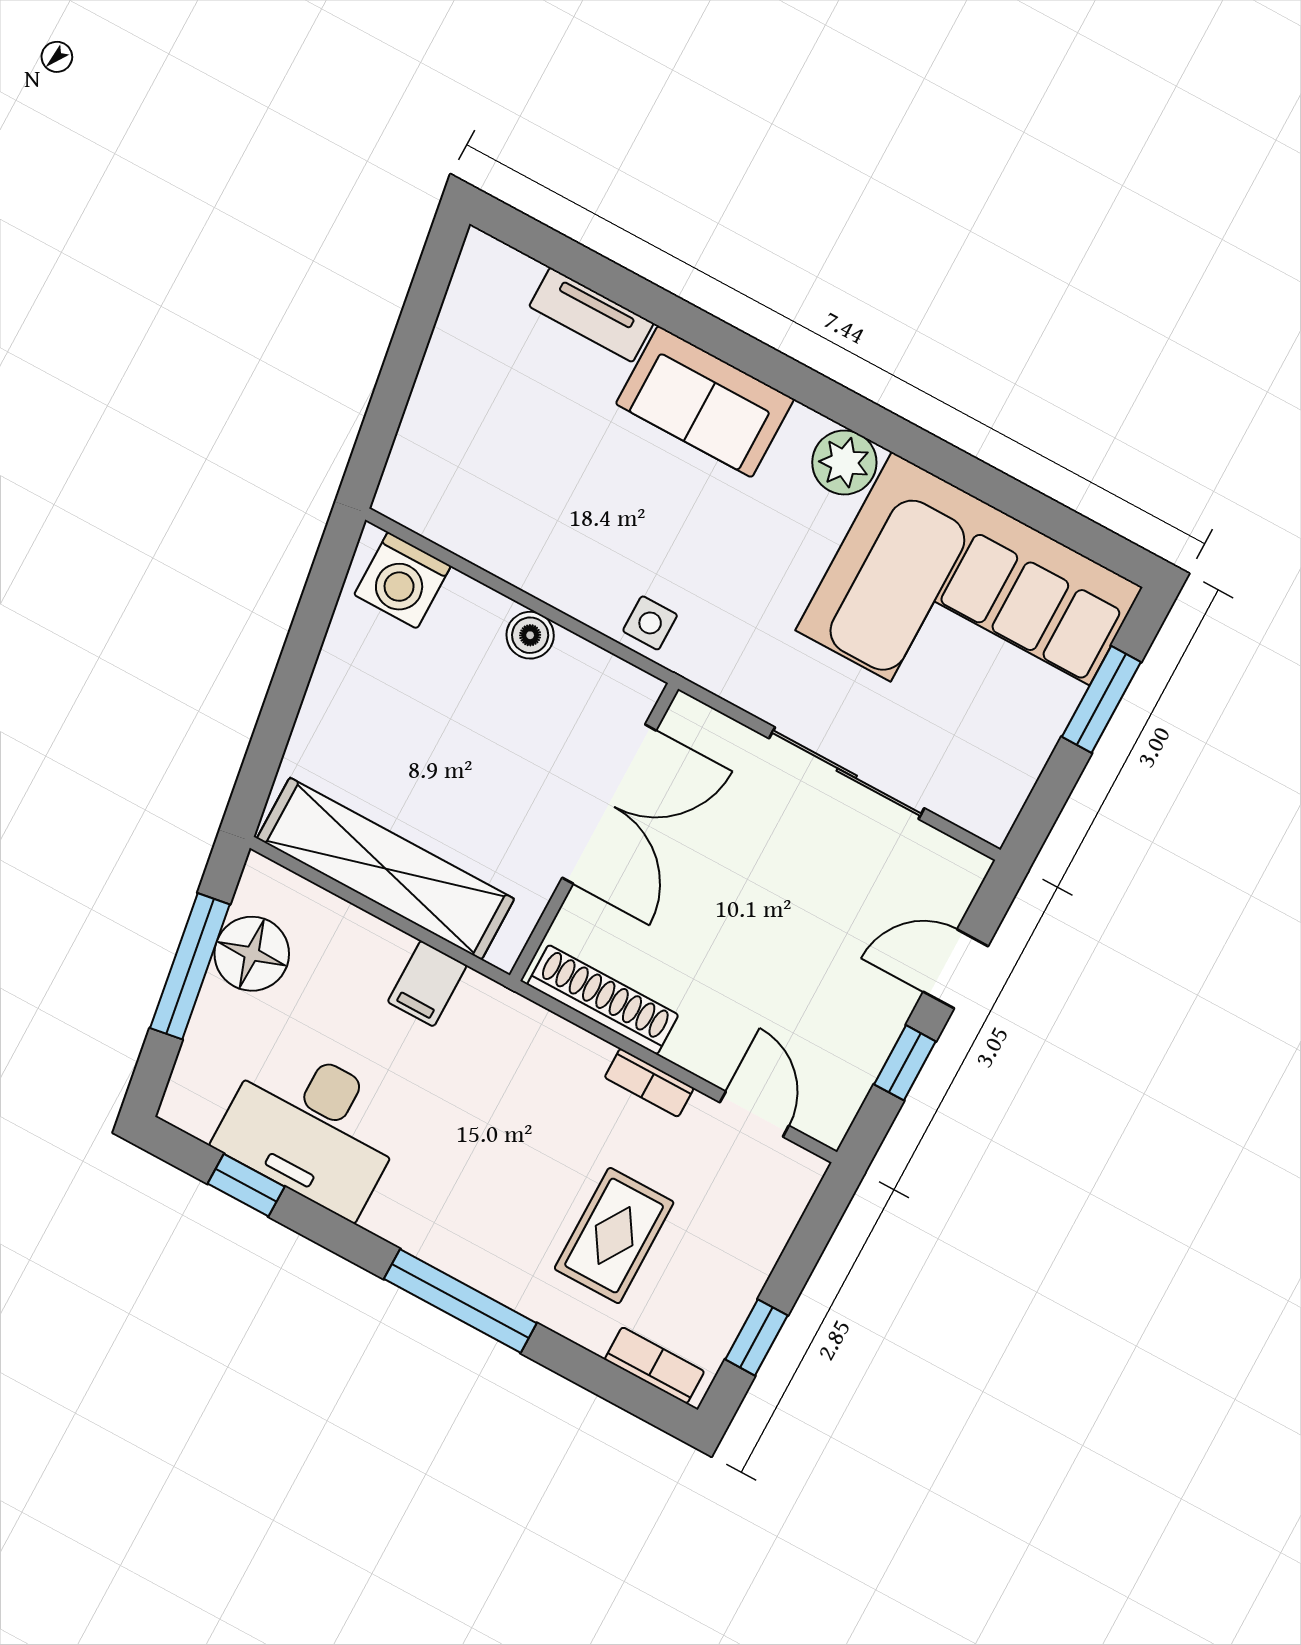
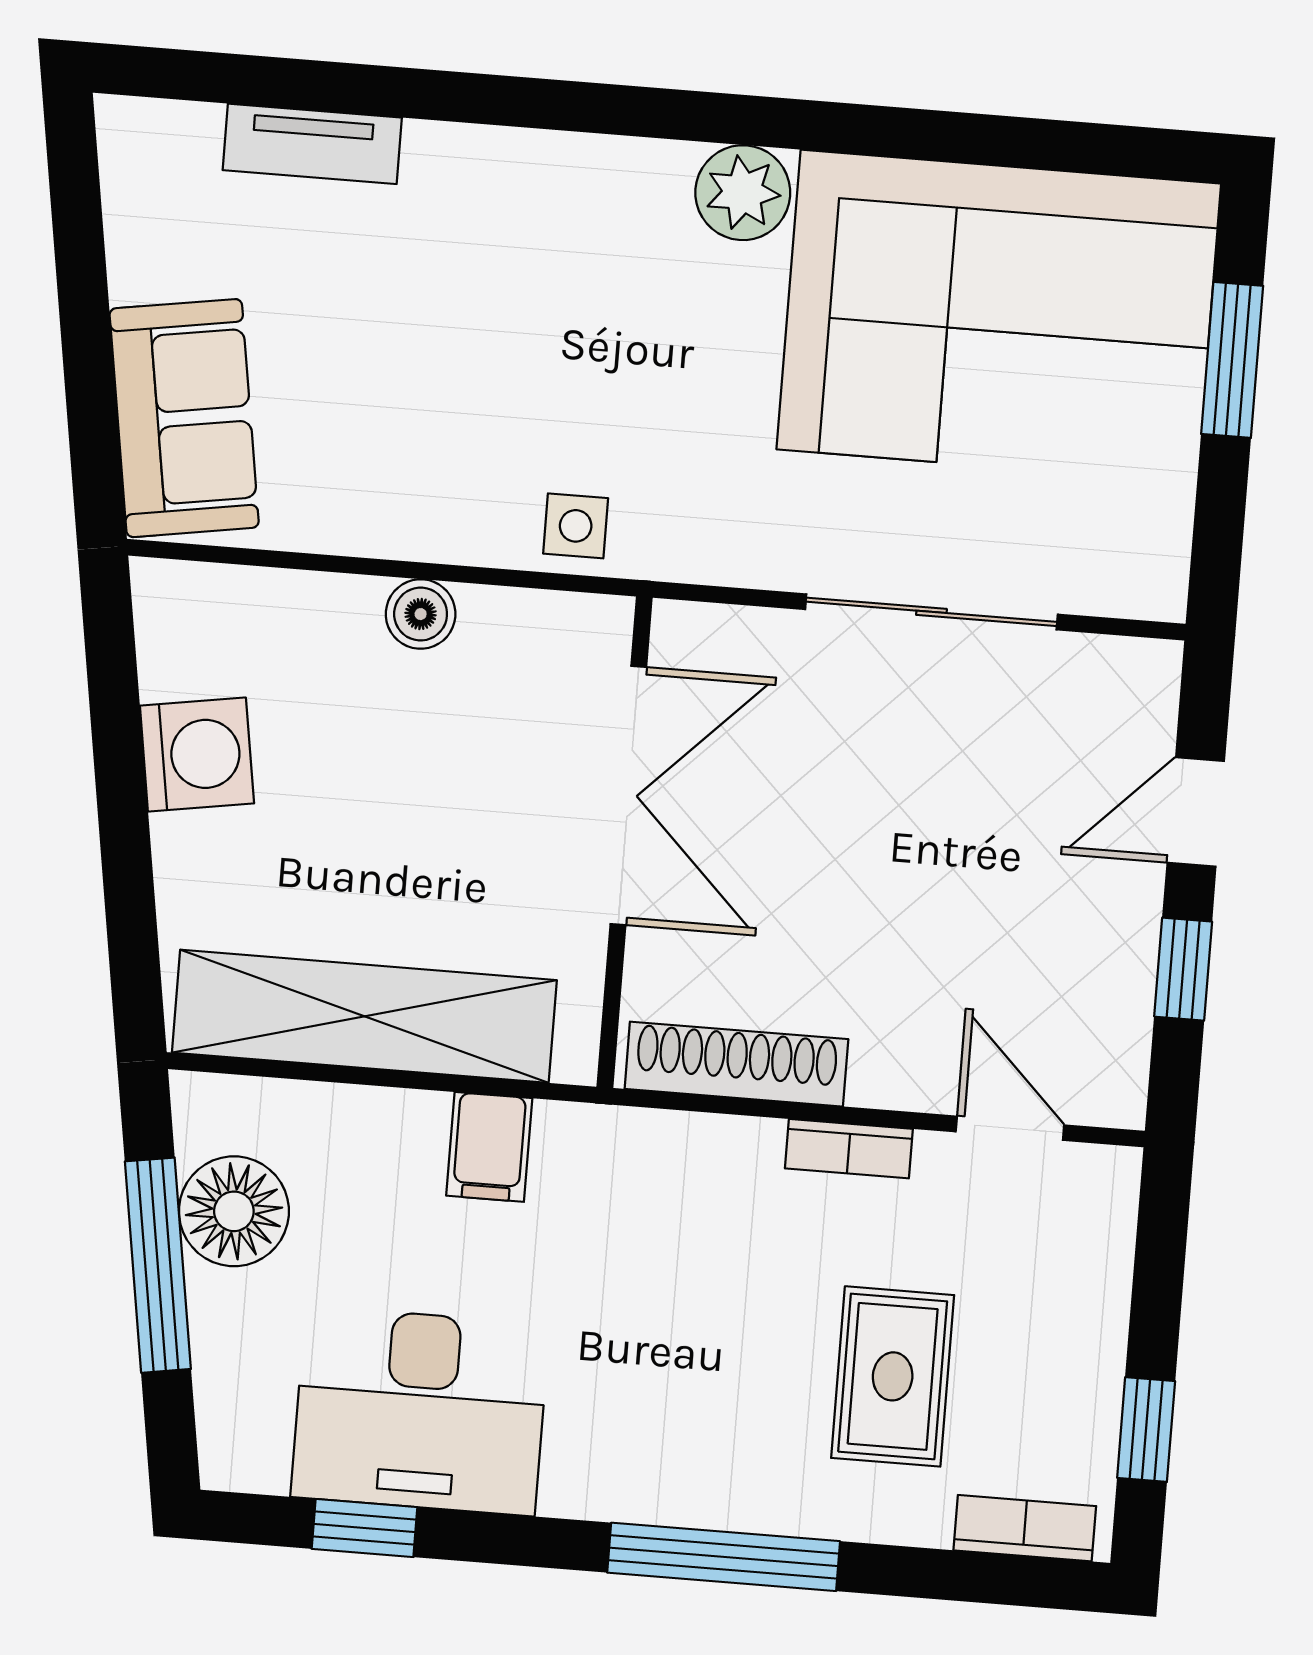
sofa: (705, 402) -> (184, 418), moved, turned -99
washing machine: (402, 580) -> (197, 755), moved, turned -99

